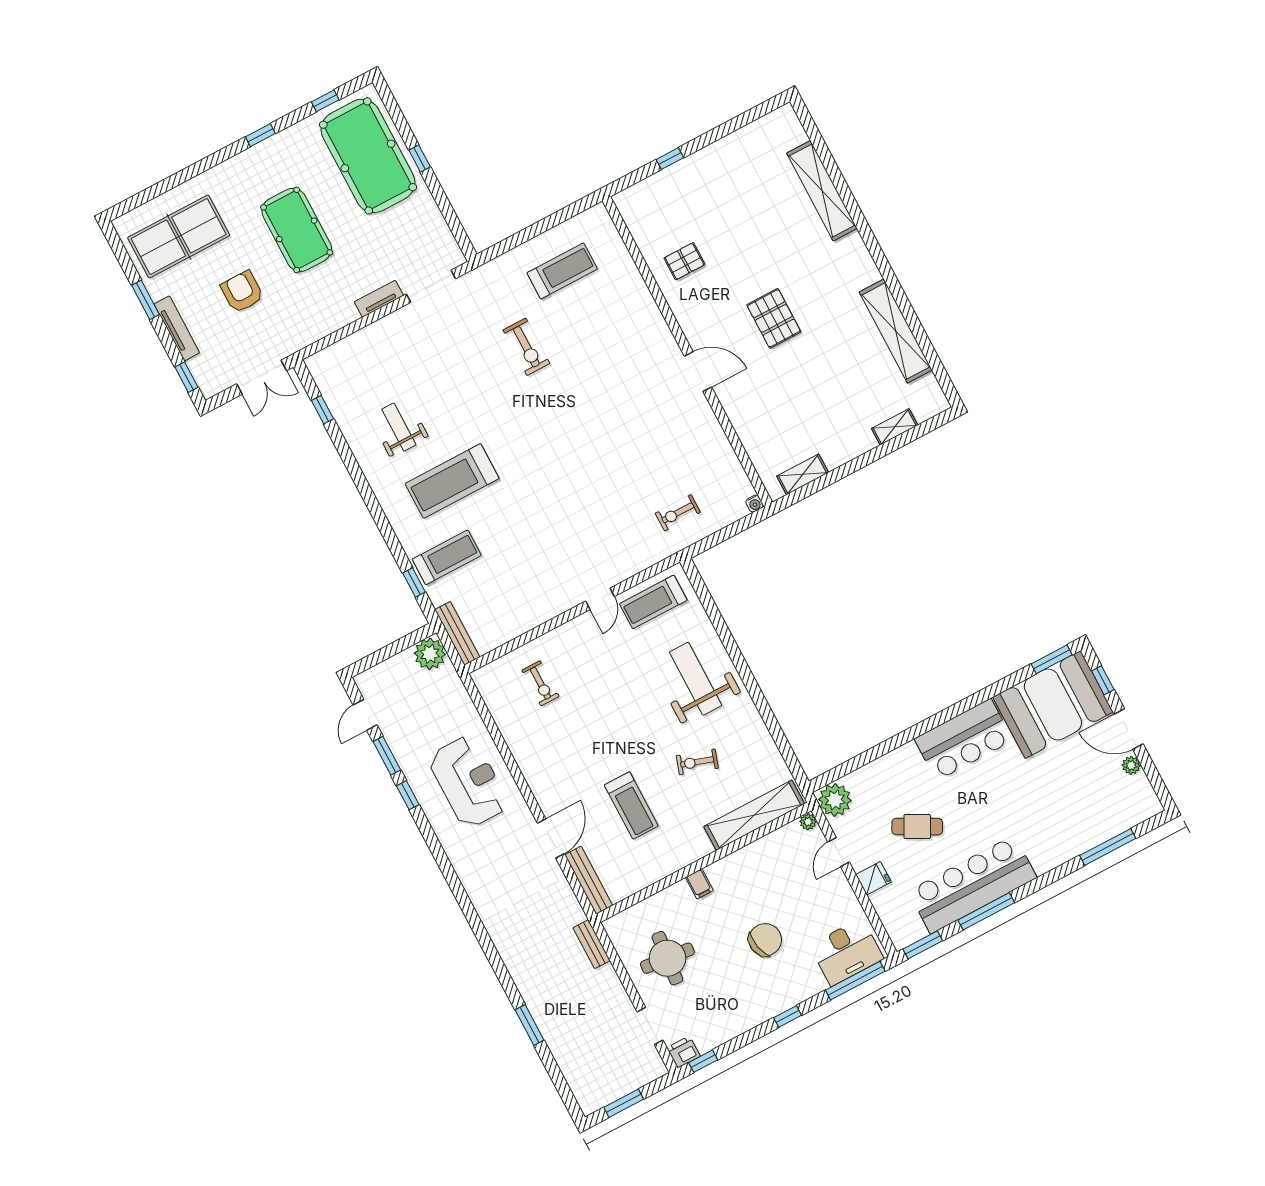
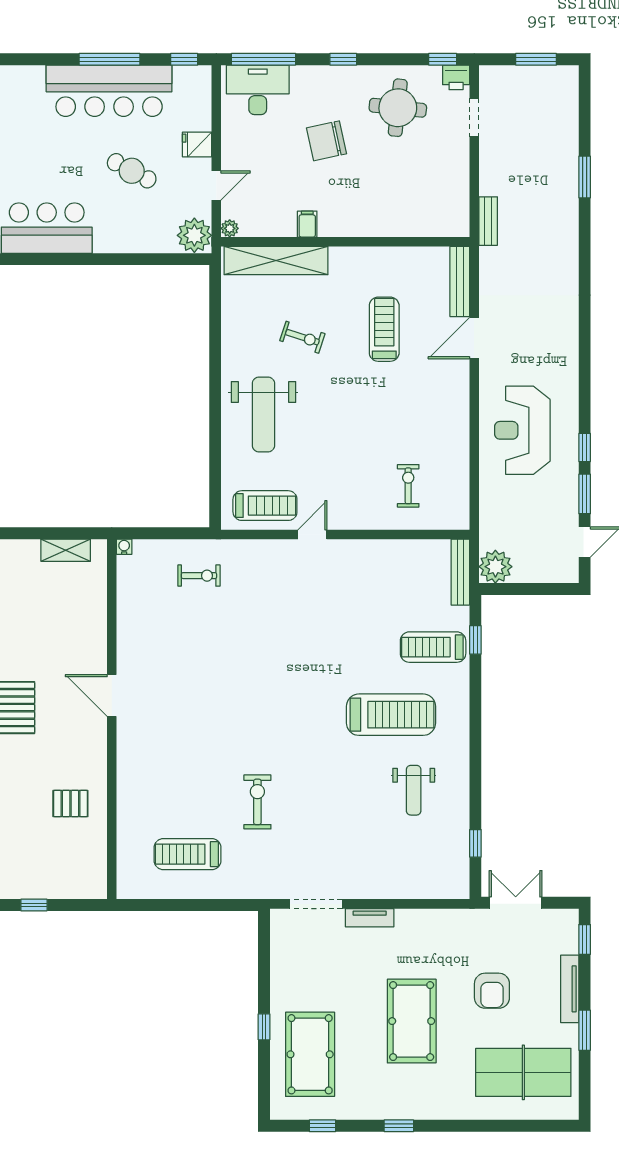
pool table: (368, 156) -> (310, 1054), width x0.73, depth x0.76
filing cabinet: (699, 884) -> (307, 224), moved
window: (923, 945) -> (184, 59), width x0.67
round table: (667, 958) -> (398, 108), moved

